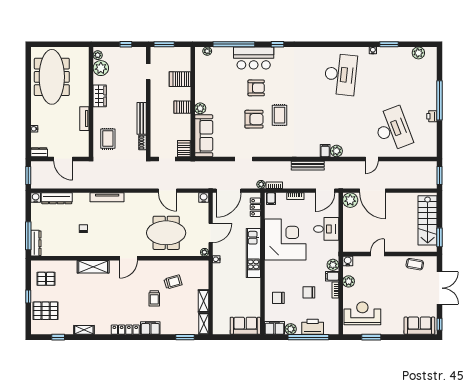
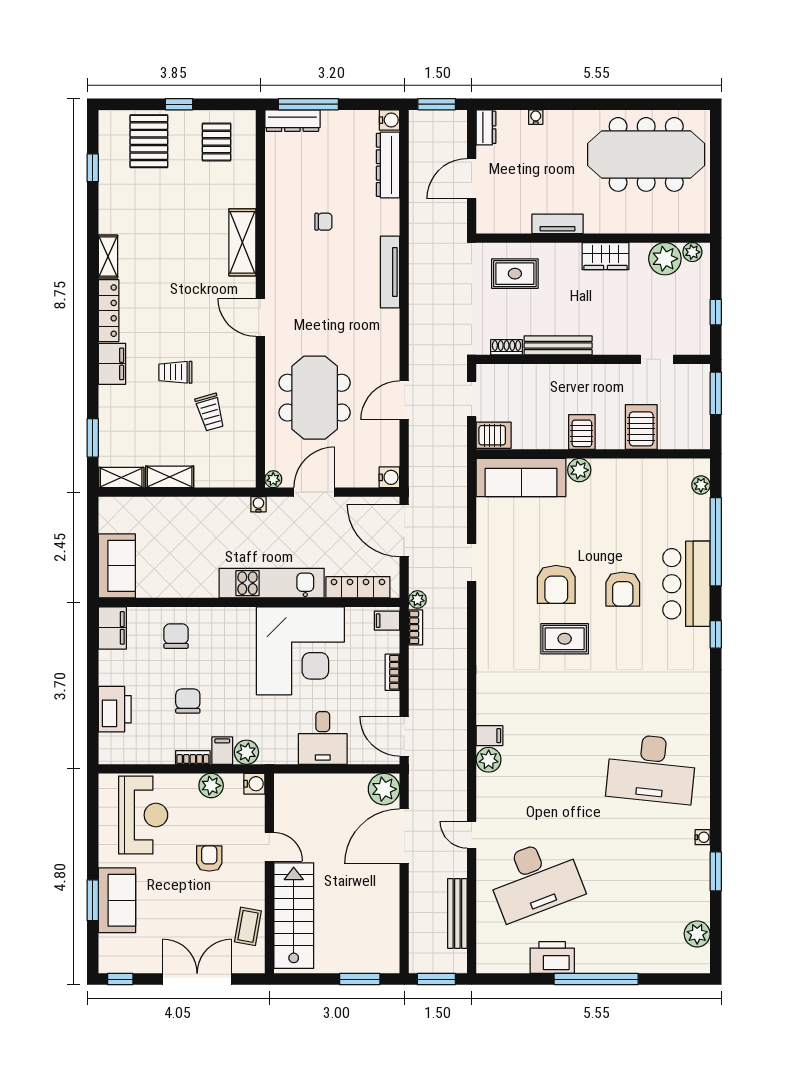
printer: (432, 116) -> (552, 958), width x1.87, depth x1.48
bench: (308, 166) -> (457, 913), moved
locker: (255, 207) -> (358, 587), width x1.53
stairs: (428, 220) -> (294, 916), moved, turned 90
door: (211, 233) -> (314, 492), swing flipped
window: (440, 237) -> (360, 979), moved
armchair: (383, 282) -> (209, 858), added
double door: (440, 288) -> (197, 979), swing flipped
sofa: (419, 326) -> (117, 900), moved
plant: (291, 329) -> (110, 662), removed
shelving: (84, 330) -> (108, 257), moved
window: (308, 337) -> (93, 700), removed
window: (371, 337) -> (93, 900), moved

